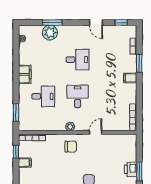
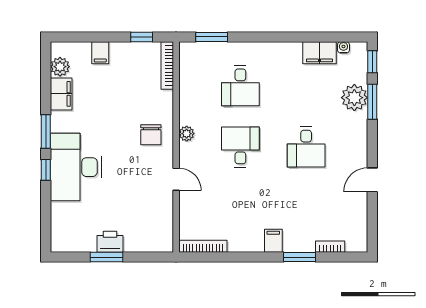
window: (121, 23) -> (372, 62), moved
filing cabinet: (25, 74) -> (319, 53), moved
desk: (78, 96) -> (240, 147), turned -90
filing cabinet: (25, 163) -> (100, 53), moved

